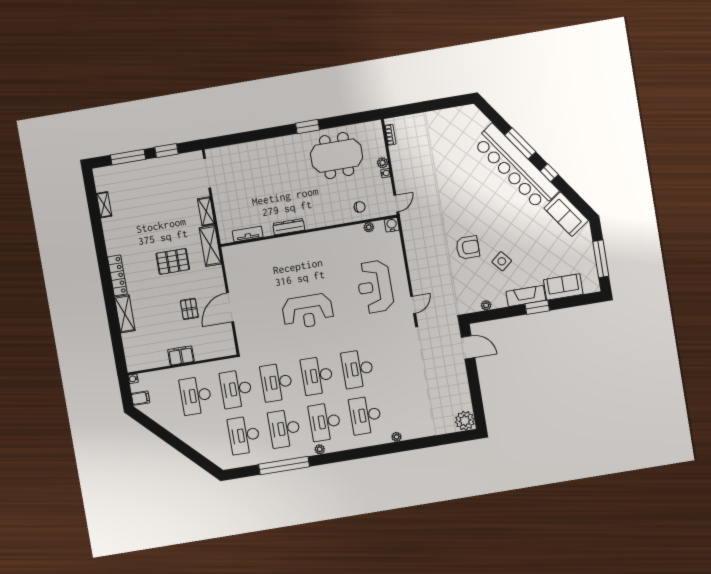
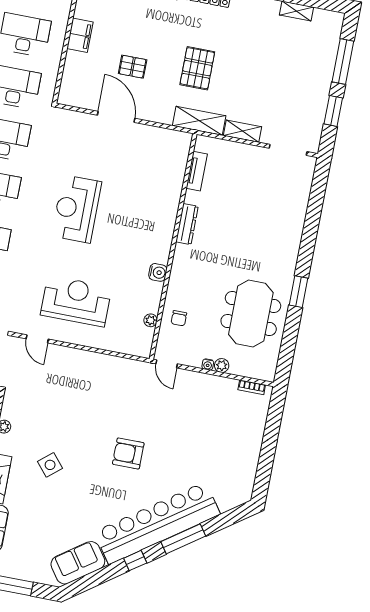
water cooler: (392, 225) -> (158, 272), moved
armchair: (468, 247) -> (128, 453), moved, turned 90

